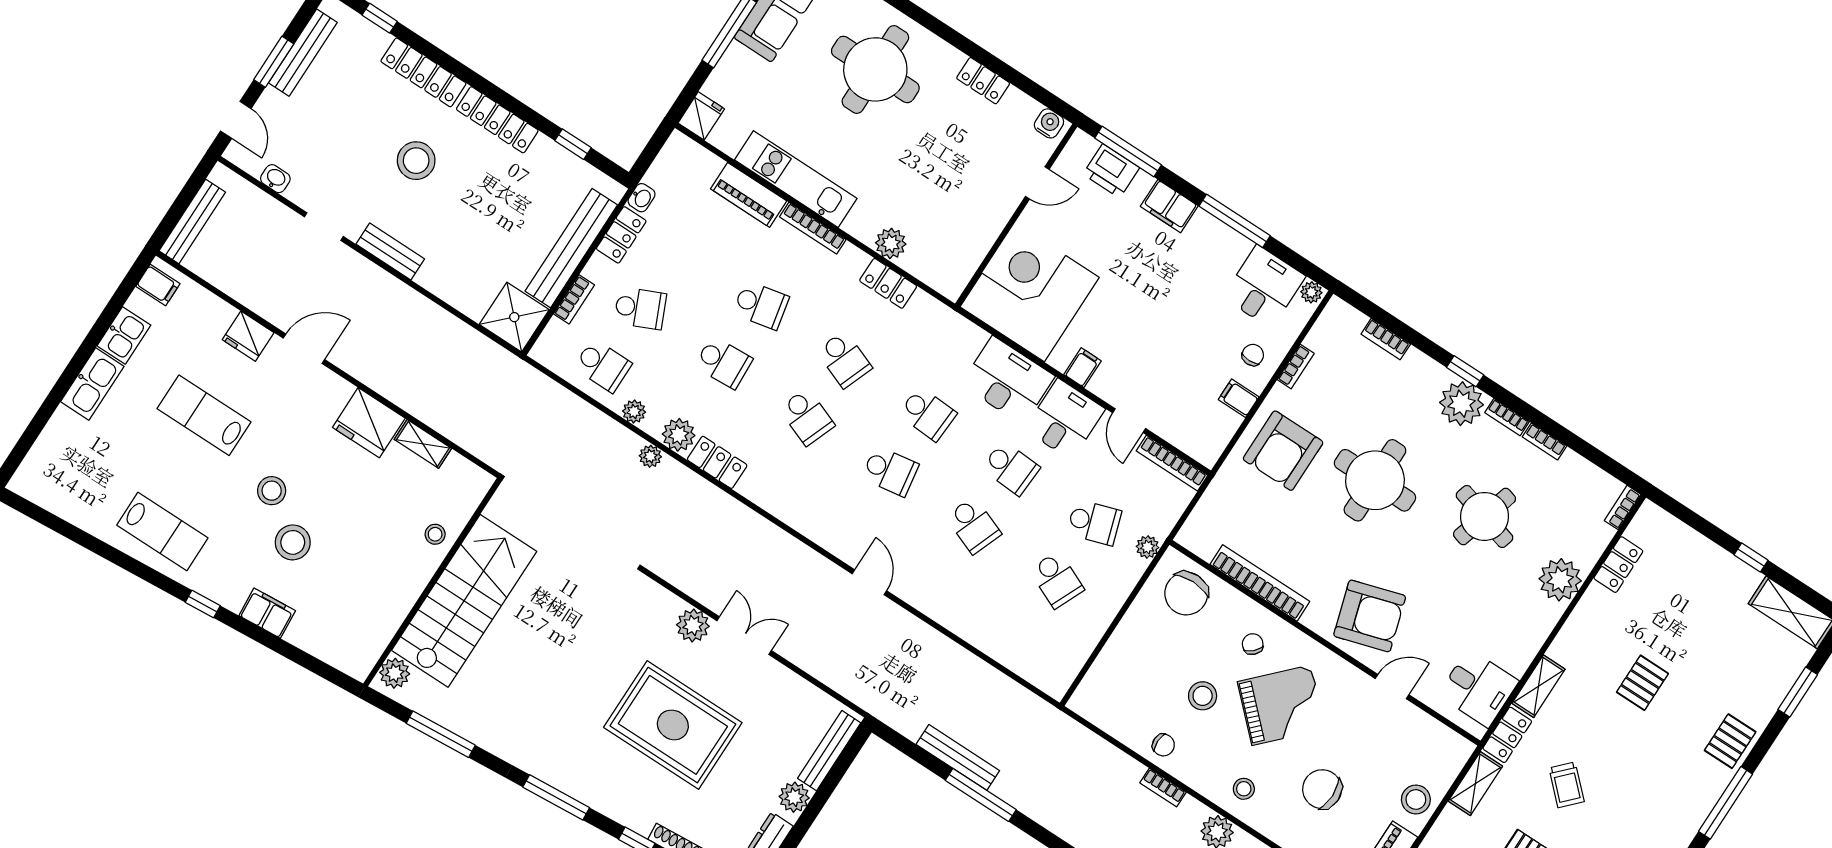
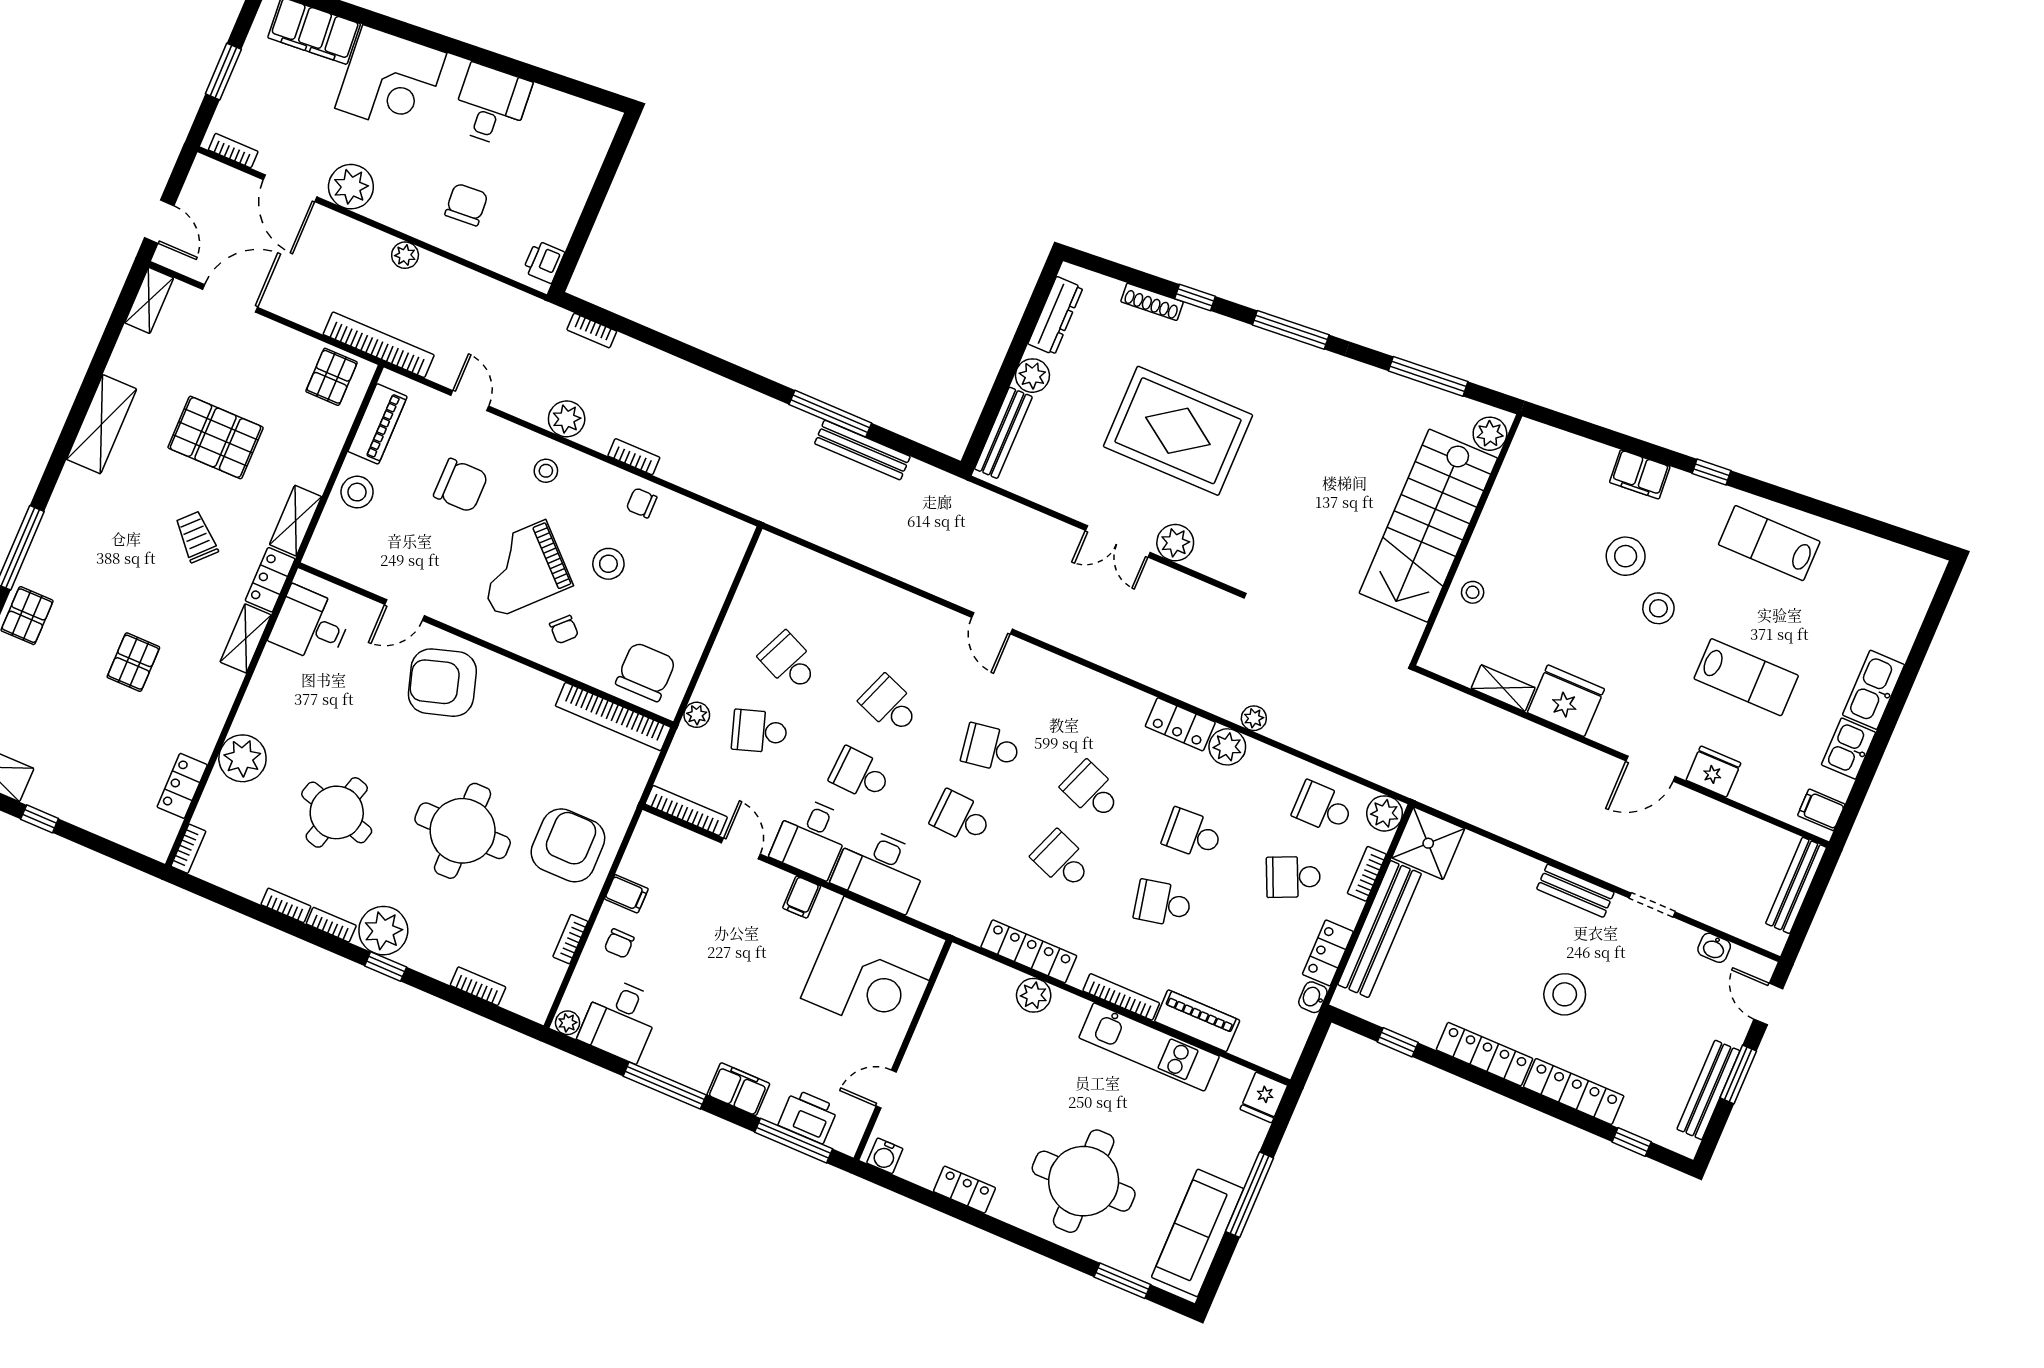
locker: (888, 283) -> (1029, 951), width x1.53
plant: (634, 412) -> (1385, 813), moved, width x1.38, depth x1.38
bookcase: (1260, 583) -> (613, 717), moved

